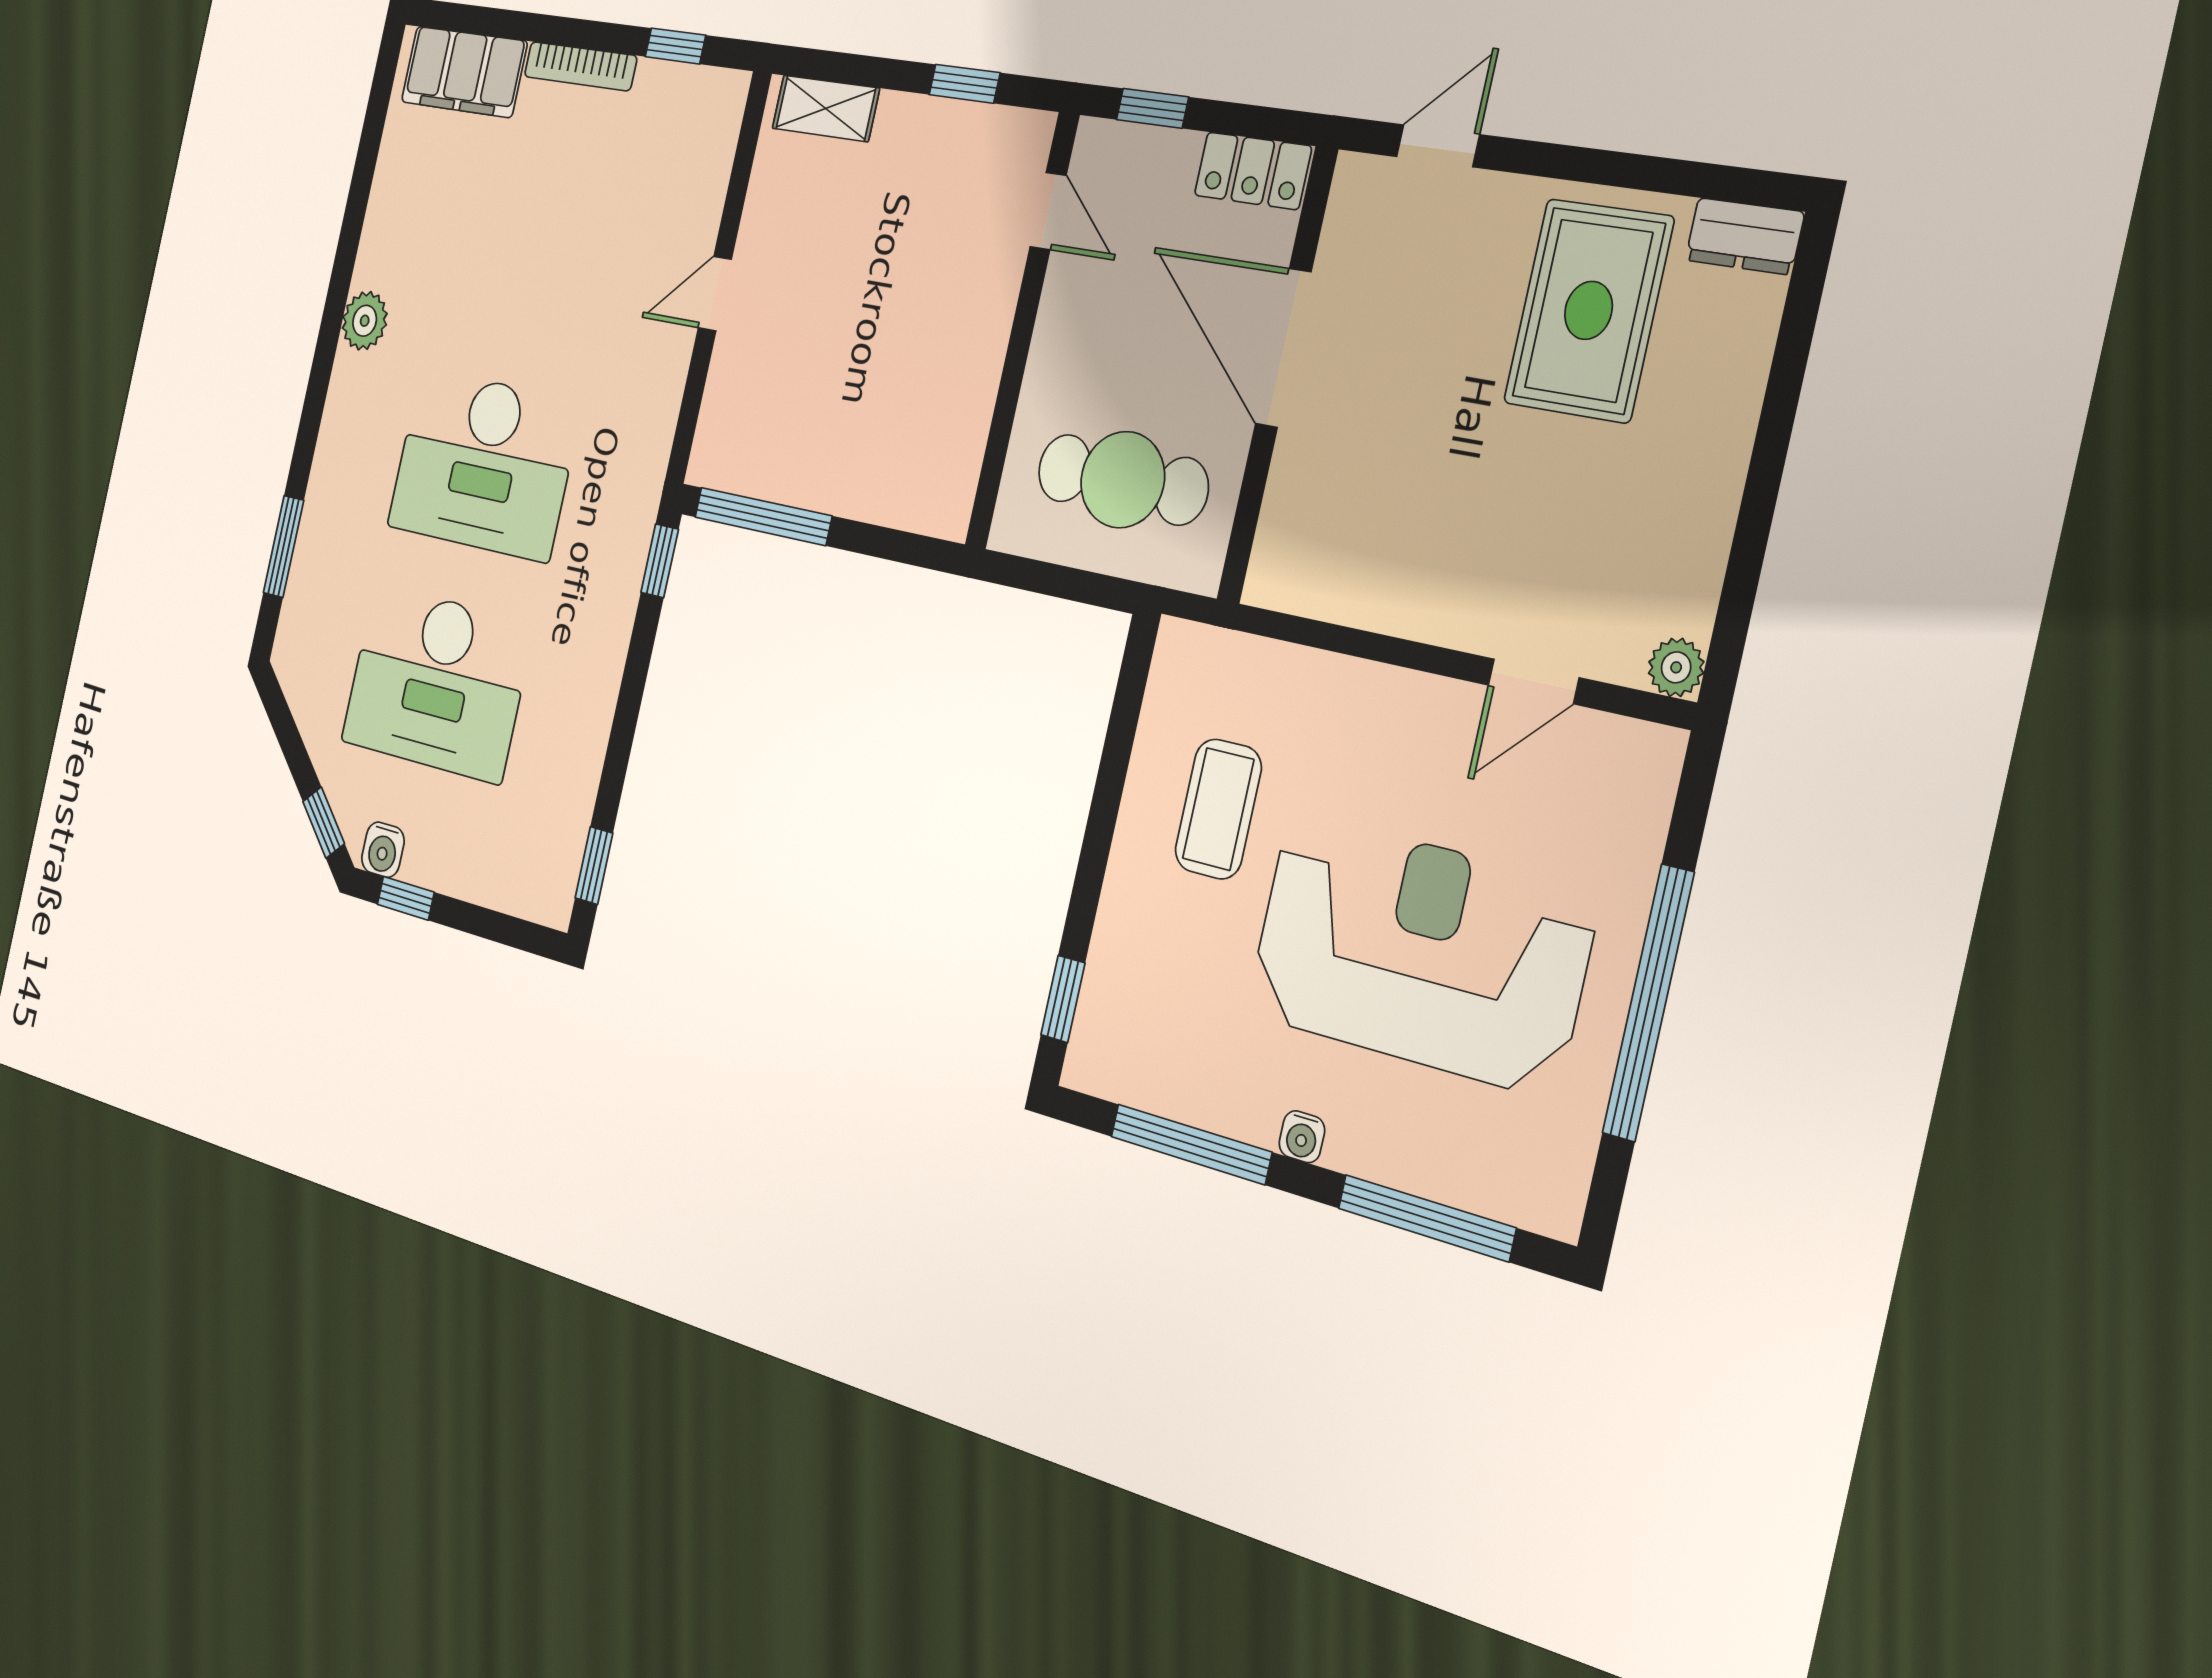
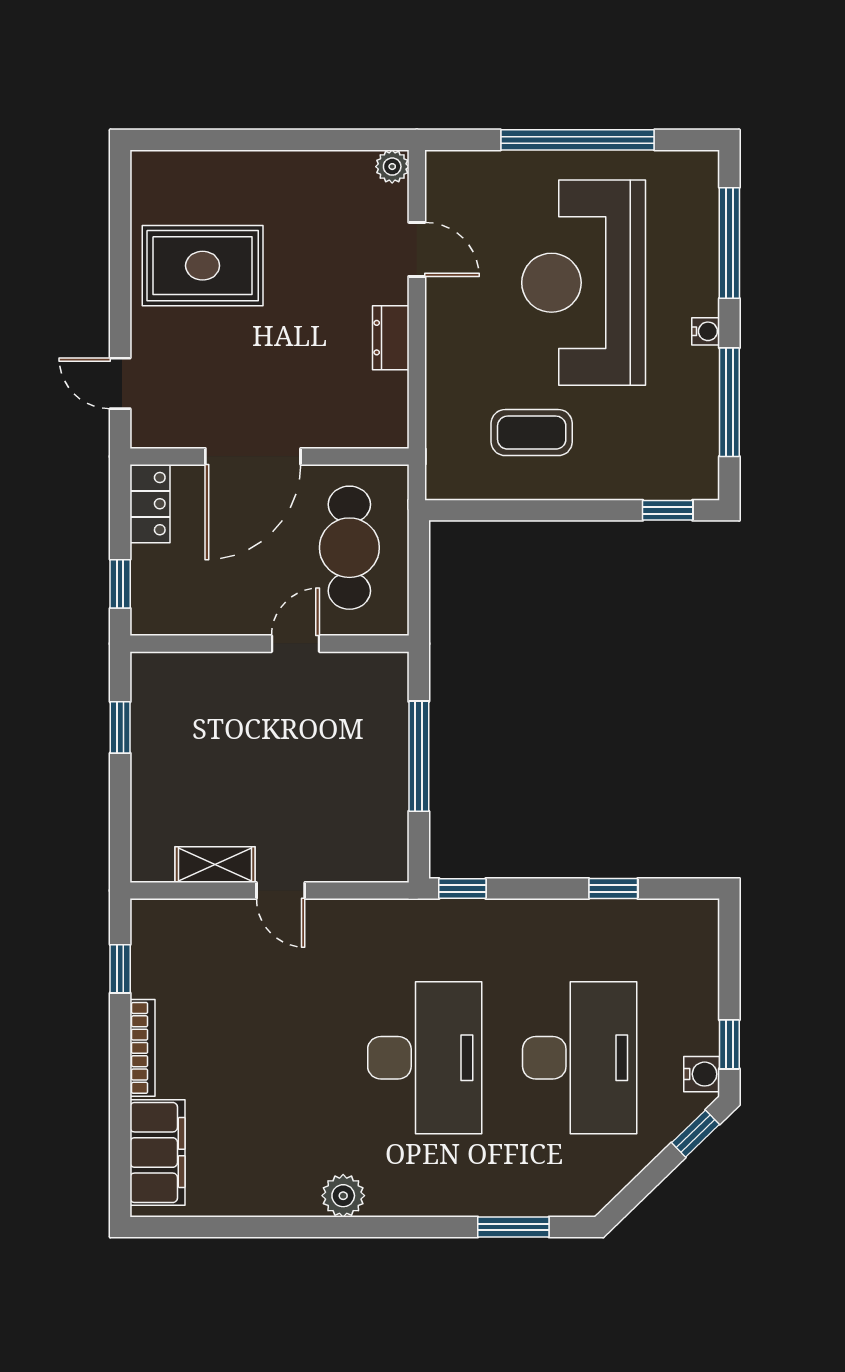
shelving: (826, 108) -> (215, 865), moved, turned 90
door: (1048, 211) -> (295, 644), moved
dresser: (1745, 236) -> (391, 338), moved, turned 180
window: (763, 516) -> (419, 756), moved
window: (594, 865) -> (613, 889), moved

